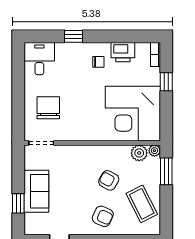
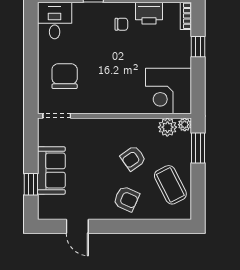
corner desk: (133, 114) -> (168, 91), width x0.74, depth x0.74
armchair: (109, 180) -> (133, 158), turned -64

